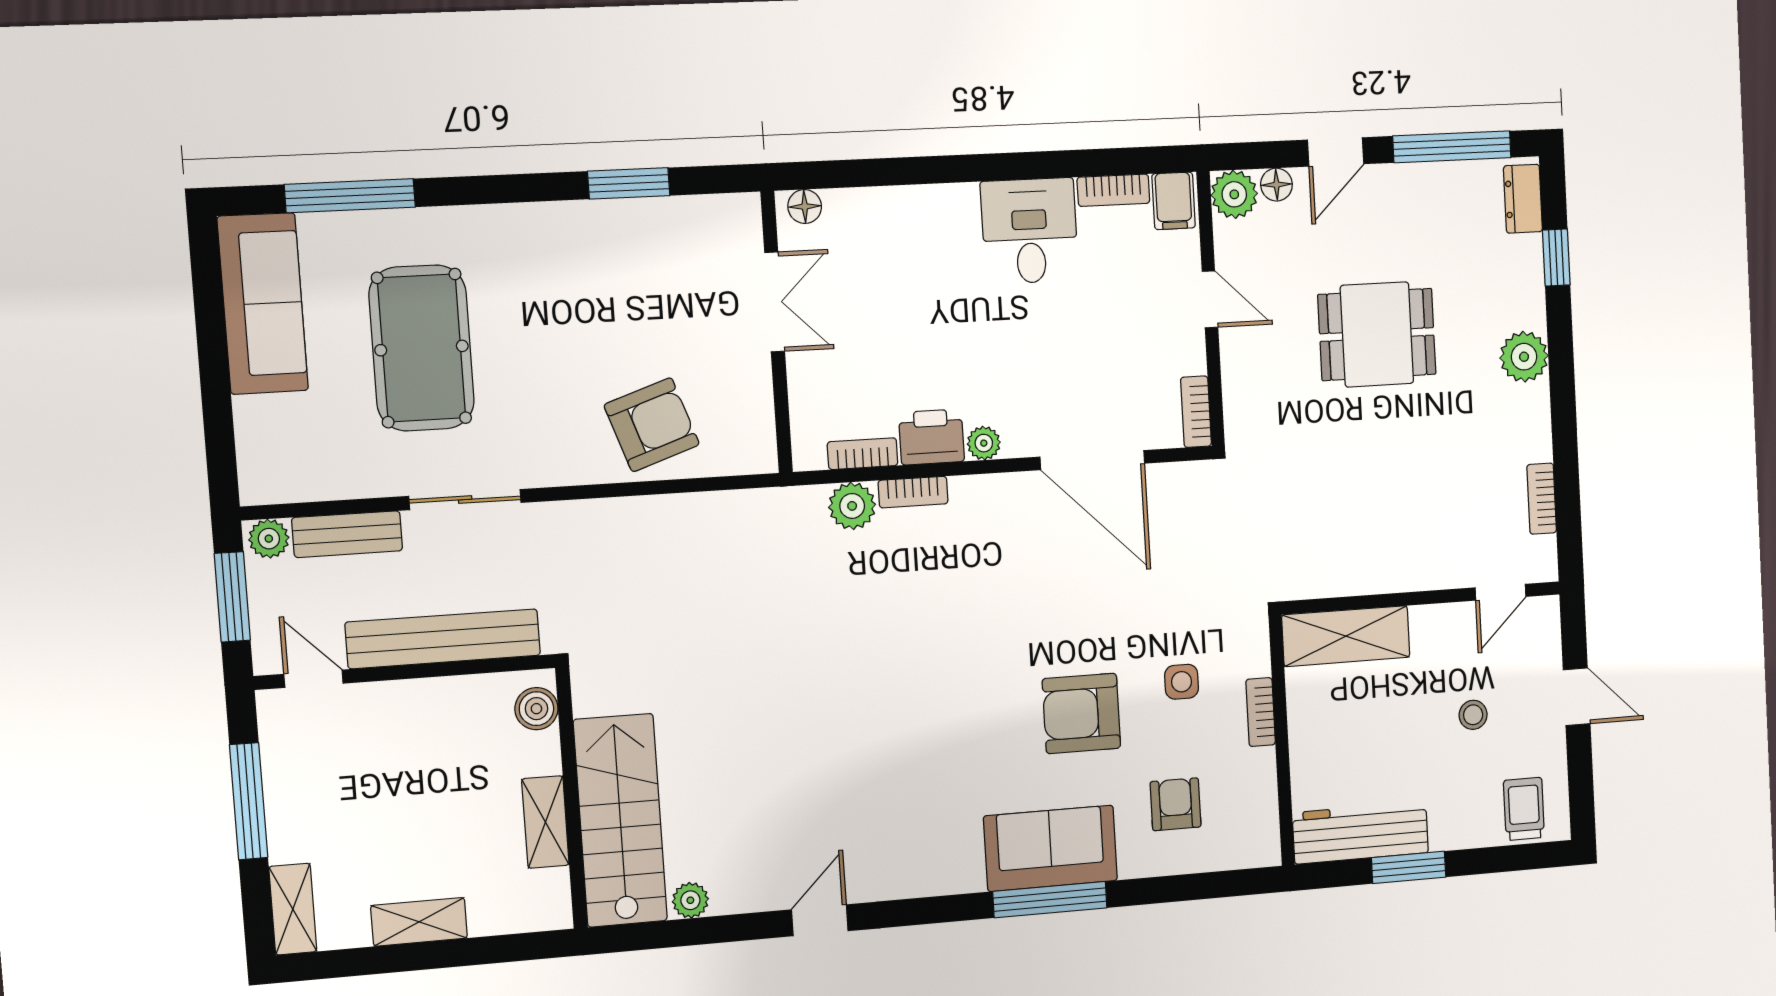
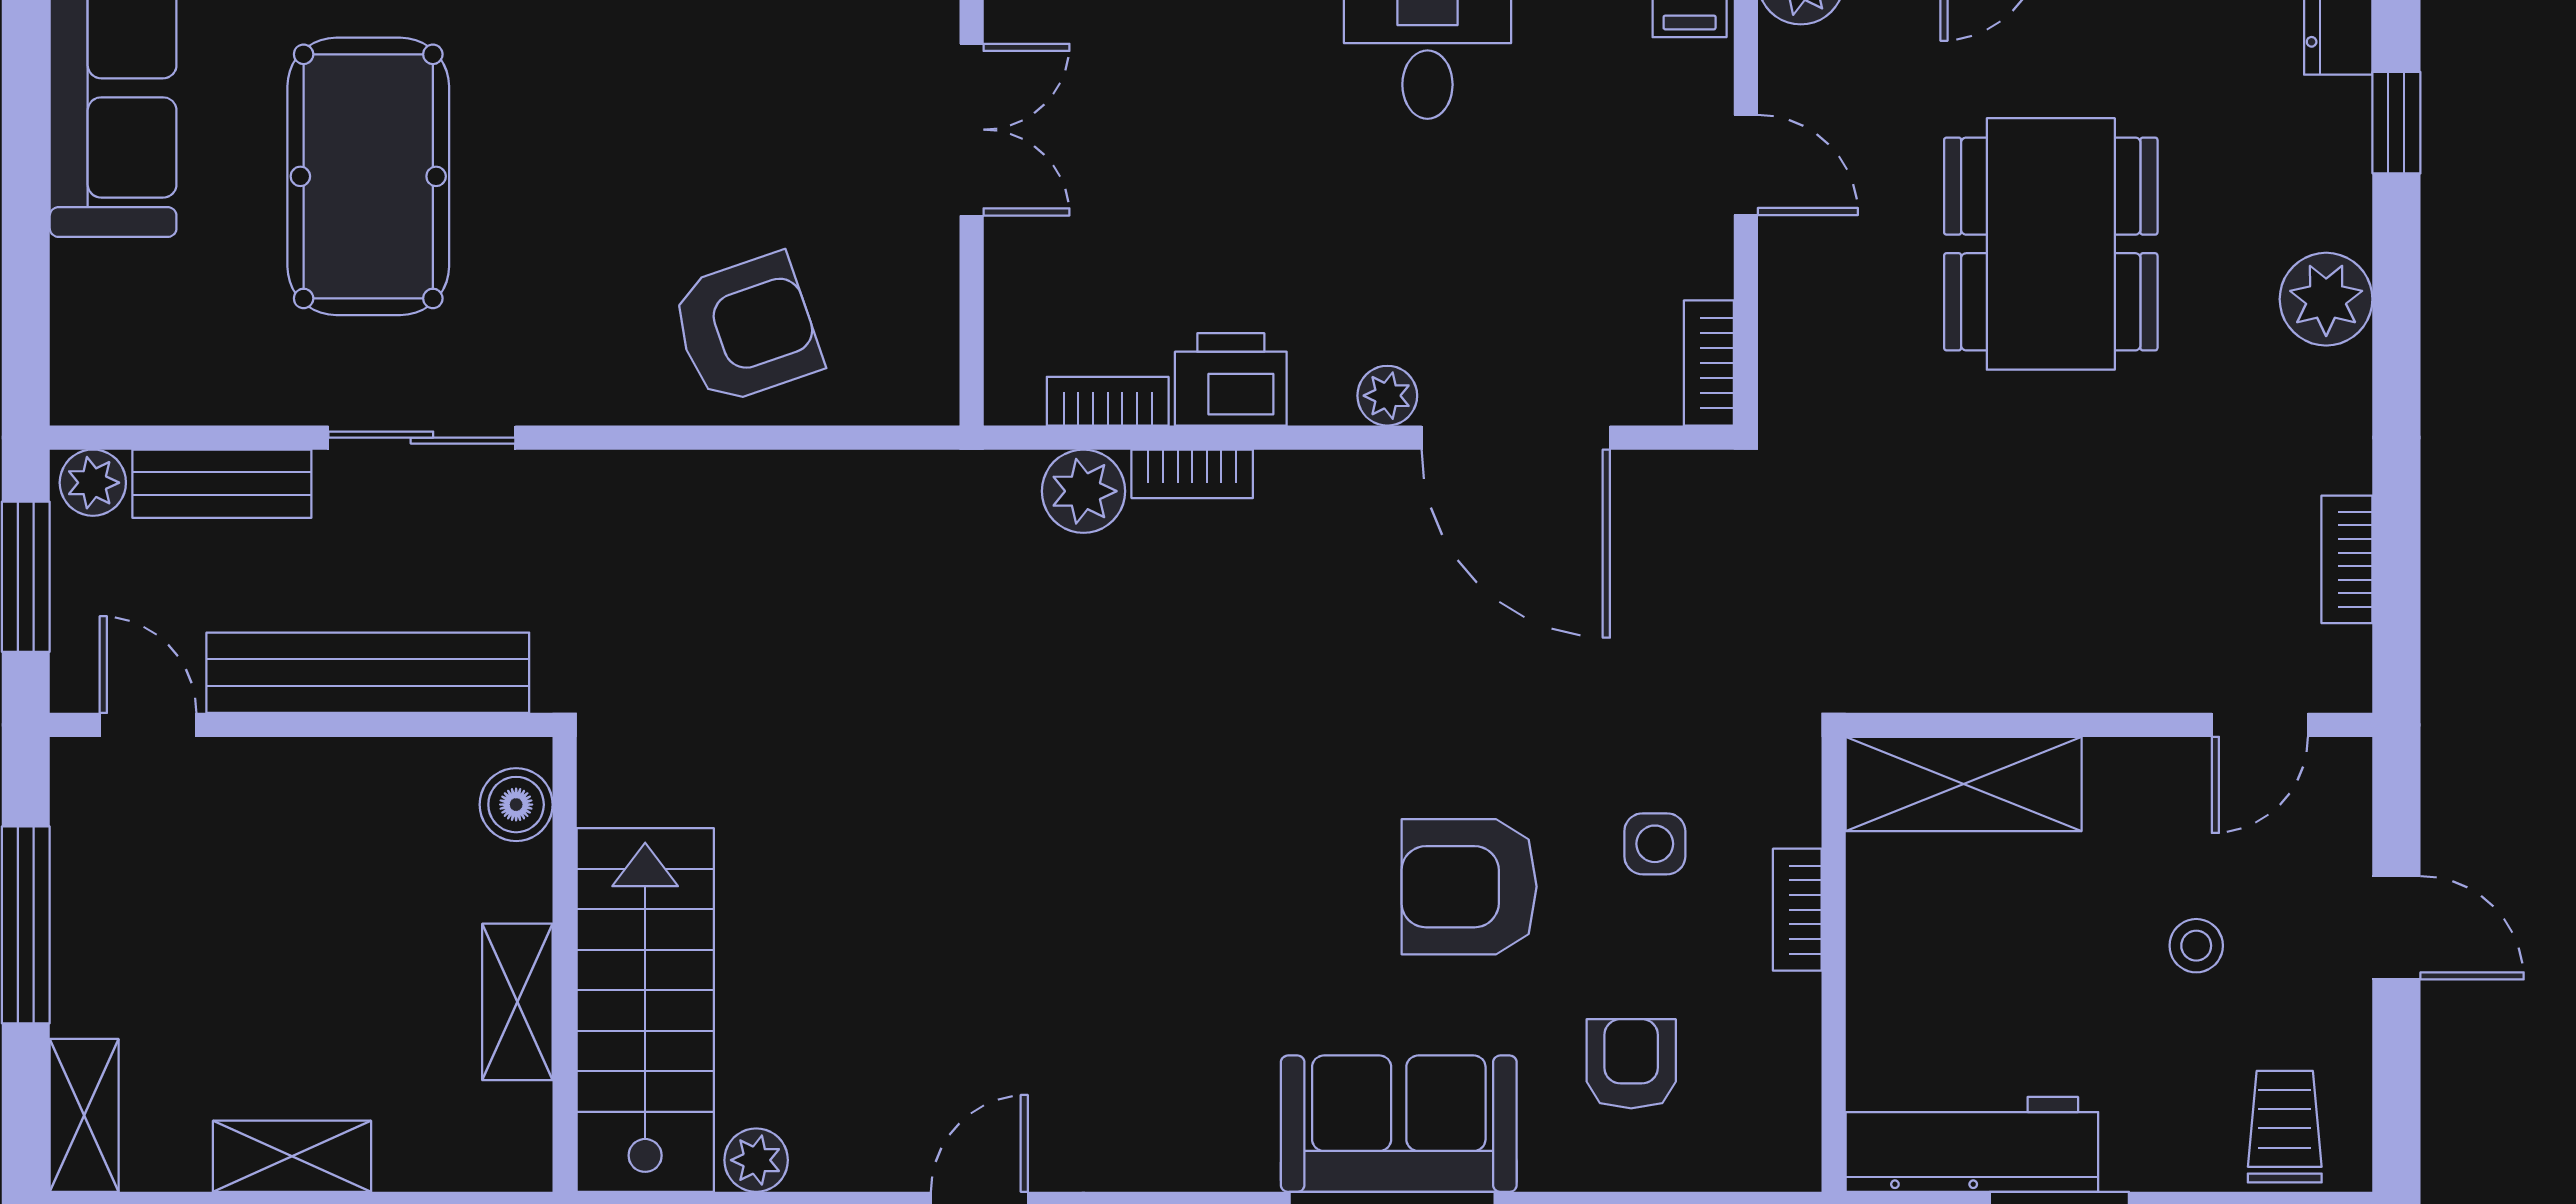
dining table: (1377, 334) -> (2051, 244), width x1.37
plant: (984, 443) -> (1387, 396), moved

